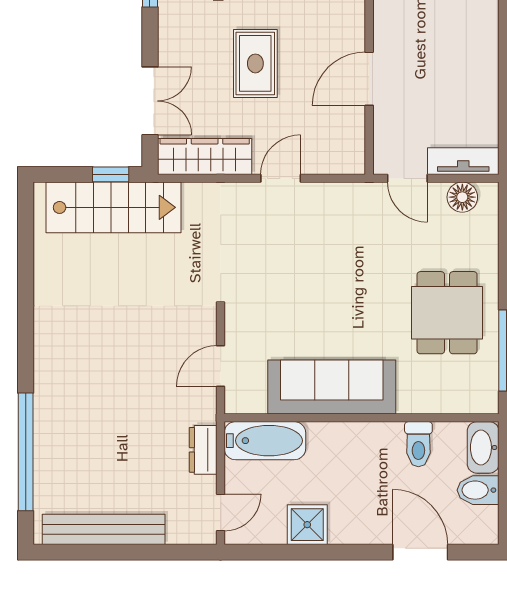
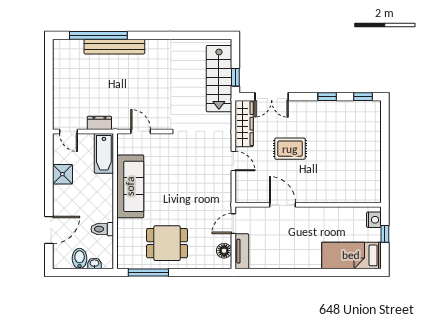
washbasin: (483, 447) -> (94, 263), width x0.52, depth x0.69
bench: (104, 529) -> (114, 47), moved, turned 90

